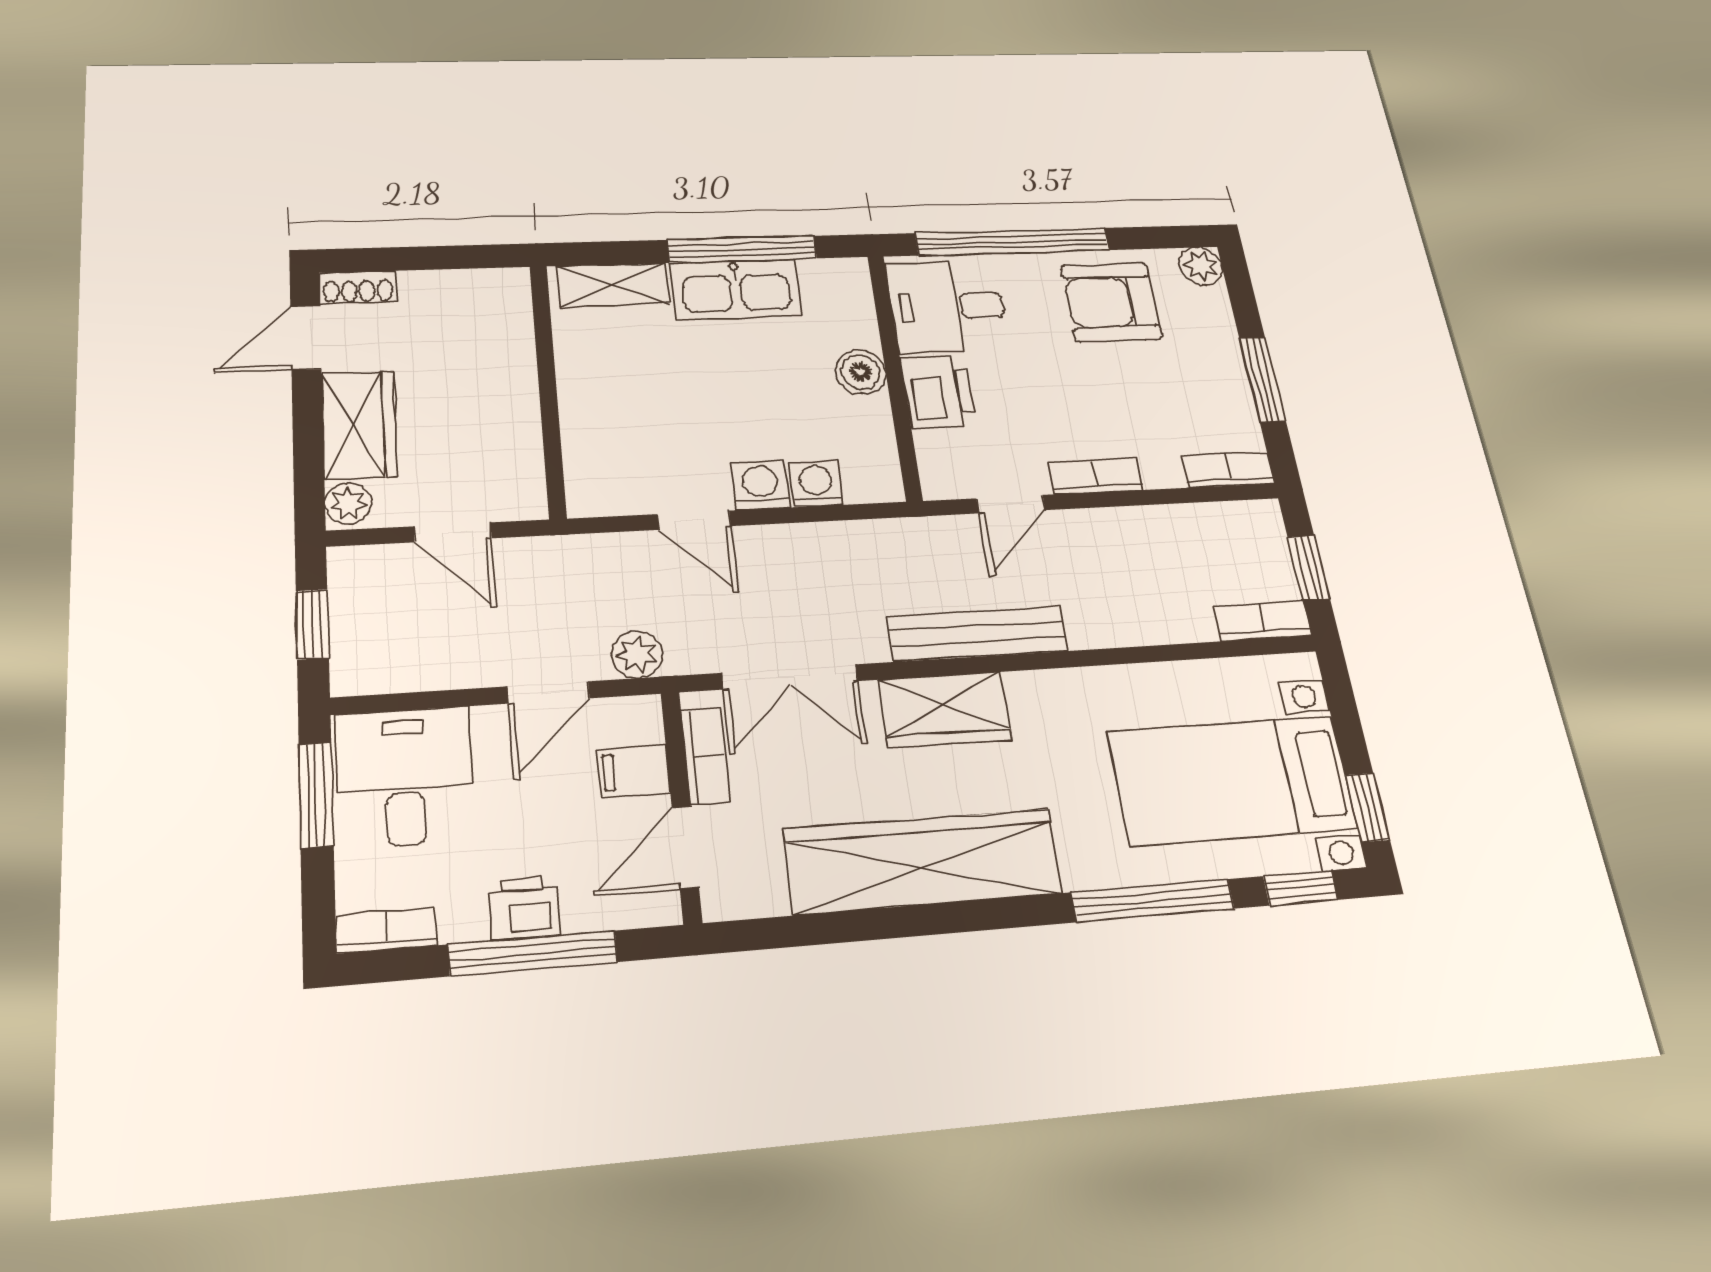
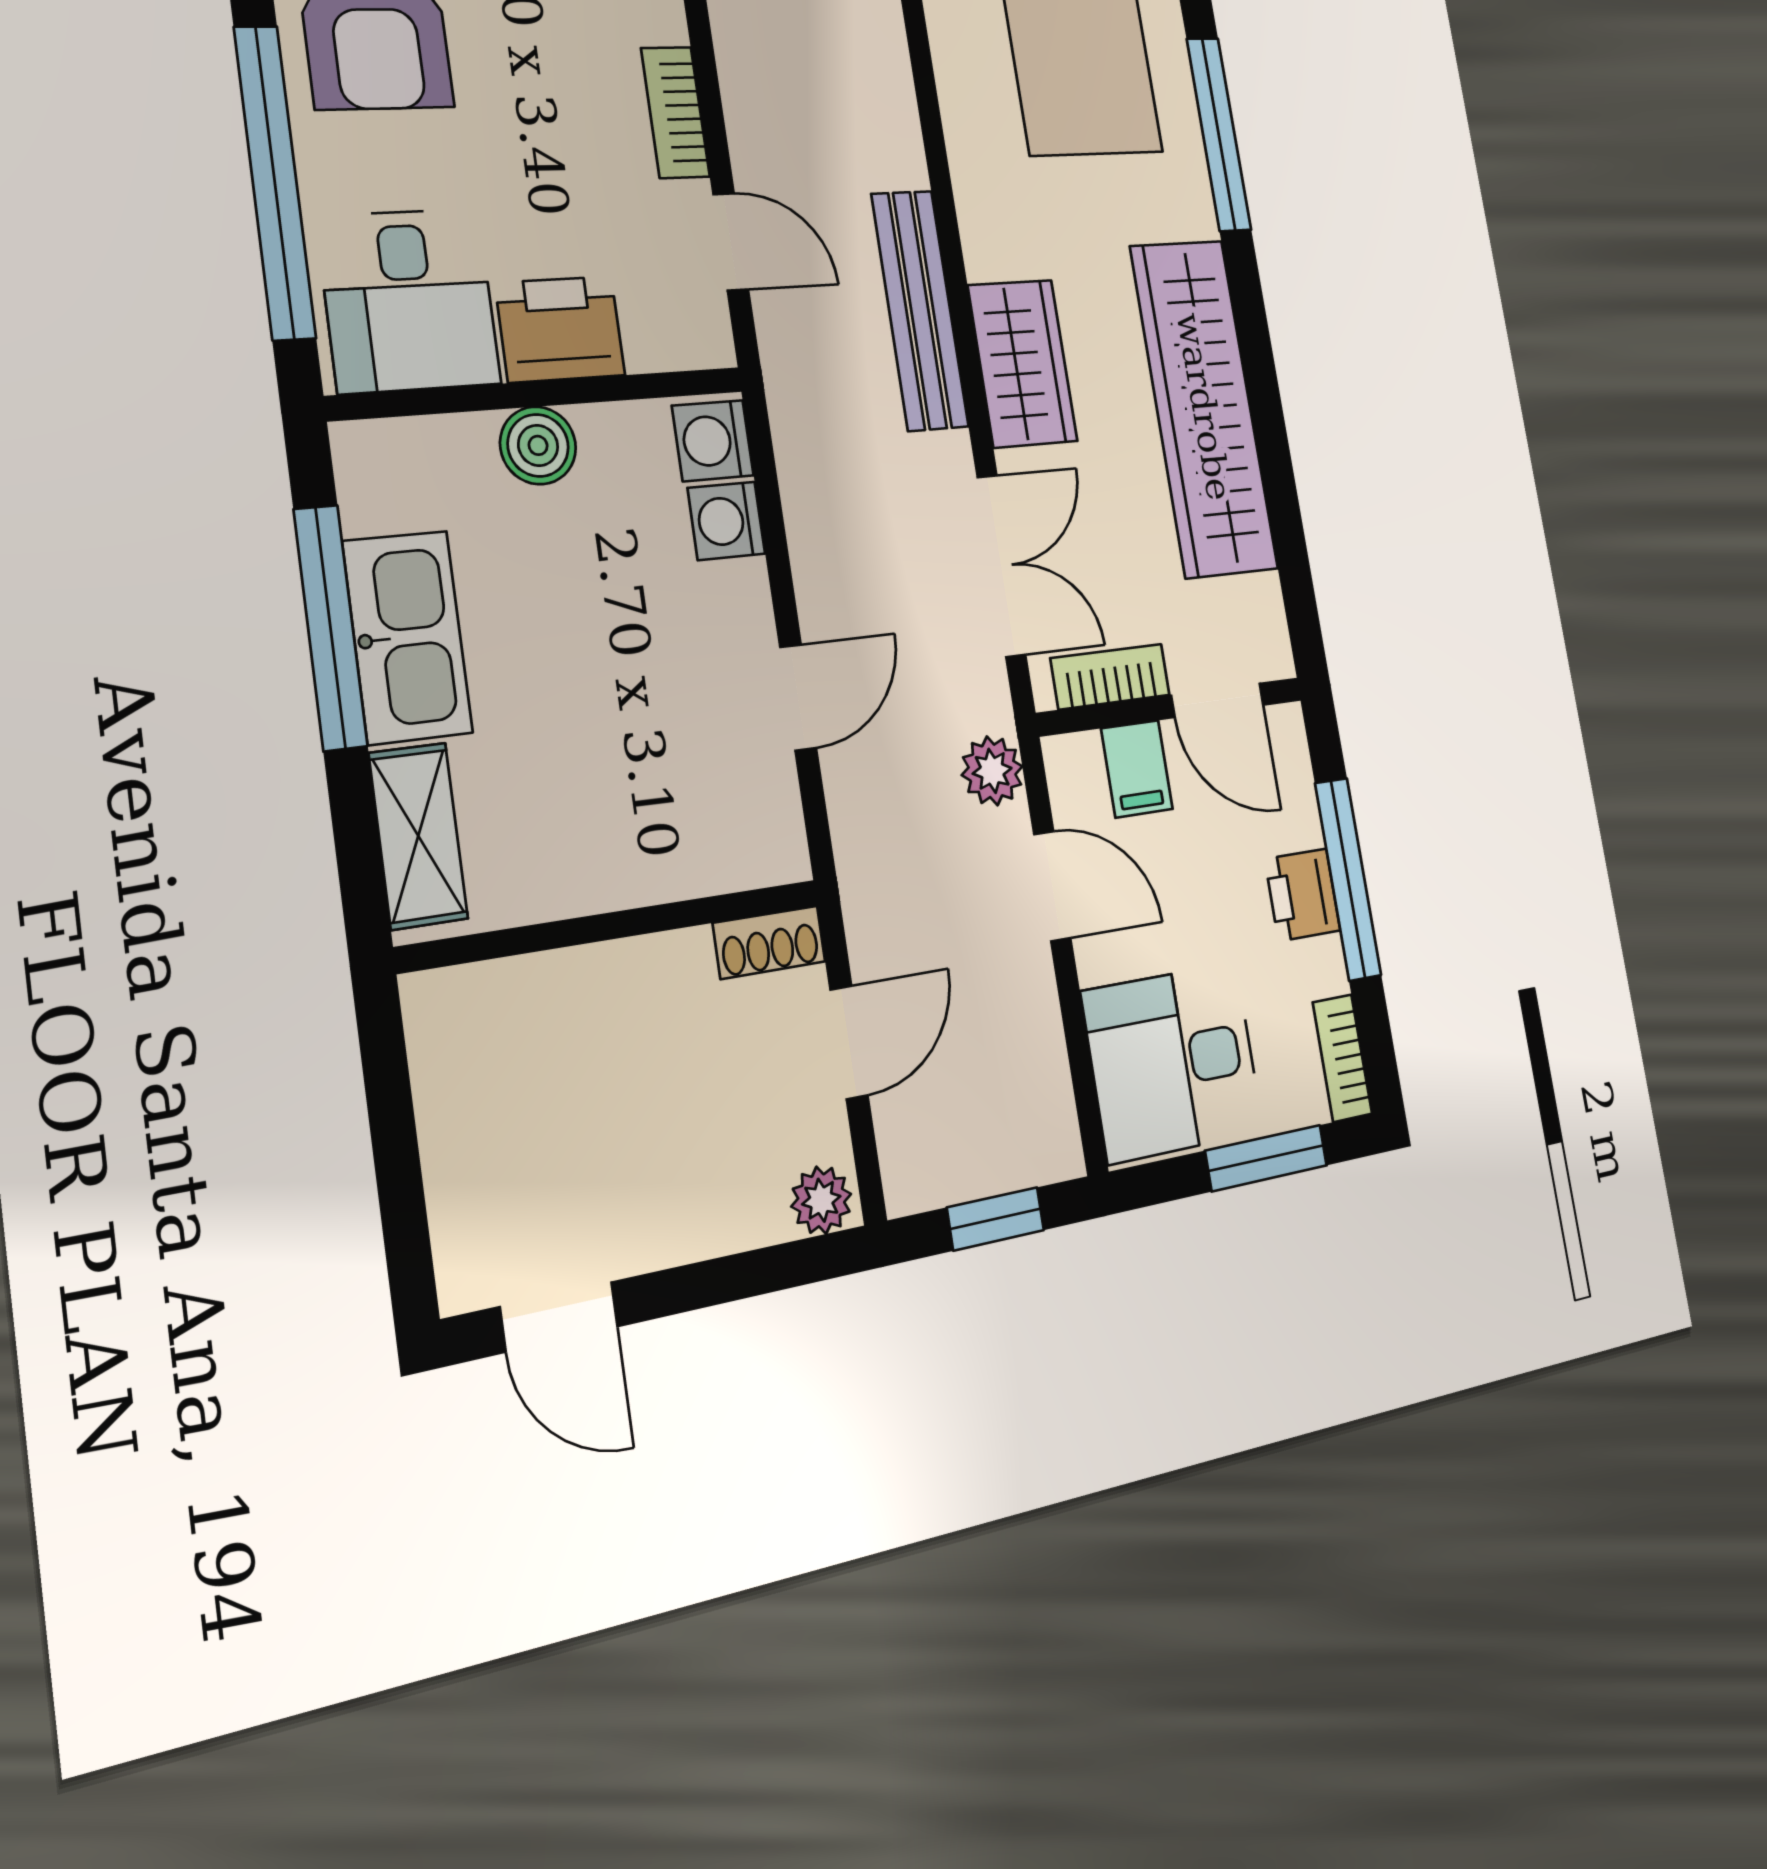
shoe rack: (358, 287) -> (769, 942), moved, turned 90
wardrobe: (359, 425) -> (698, 1206), removed
washing machine: (760, 485) -> (713, 441), moved
window: (316, 795) -> (1266, 1158), moved

